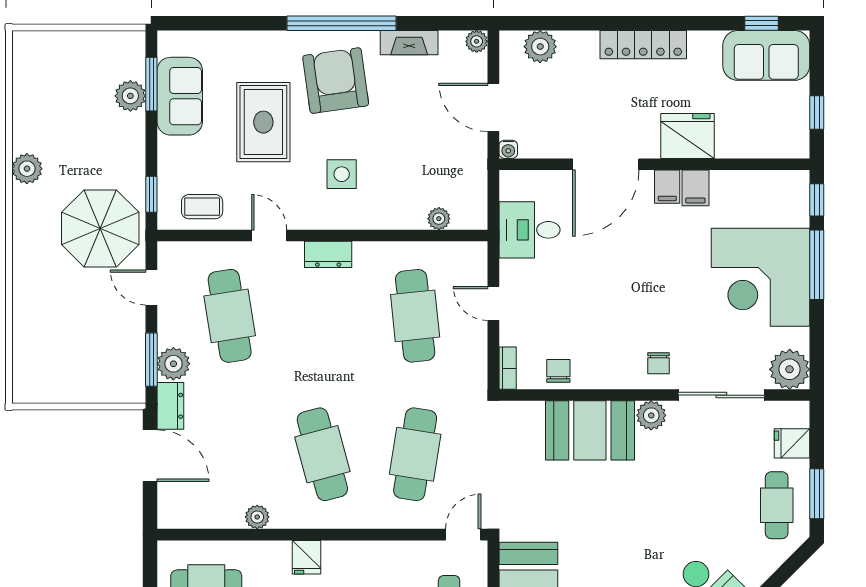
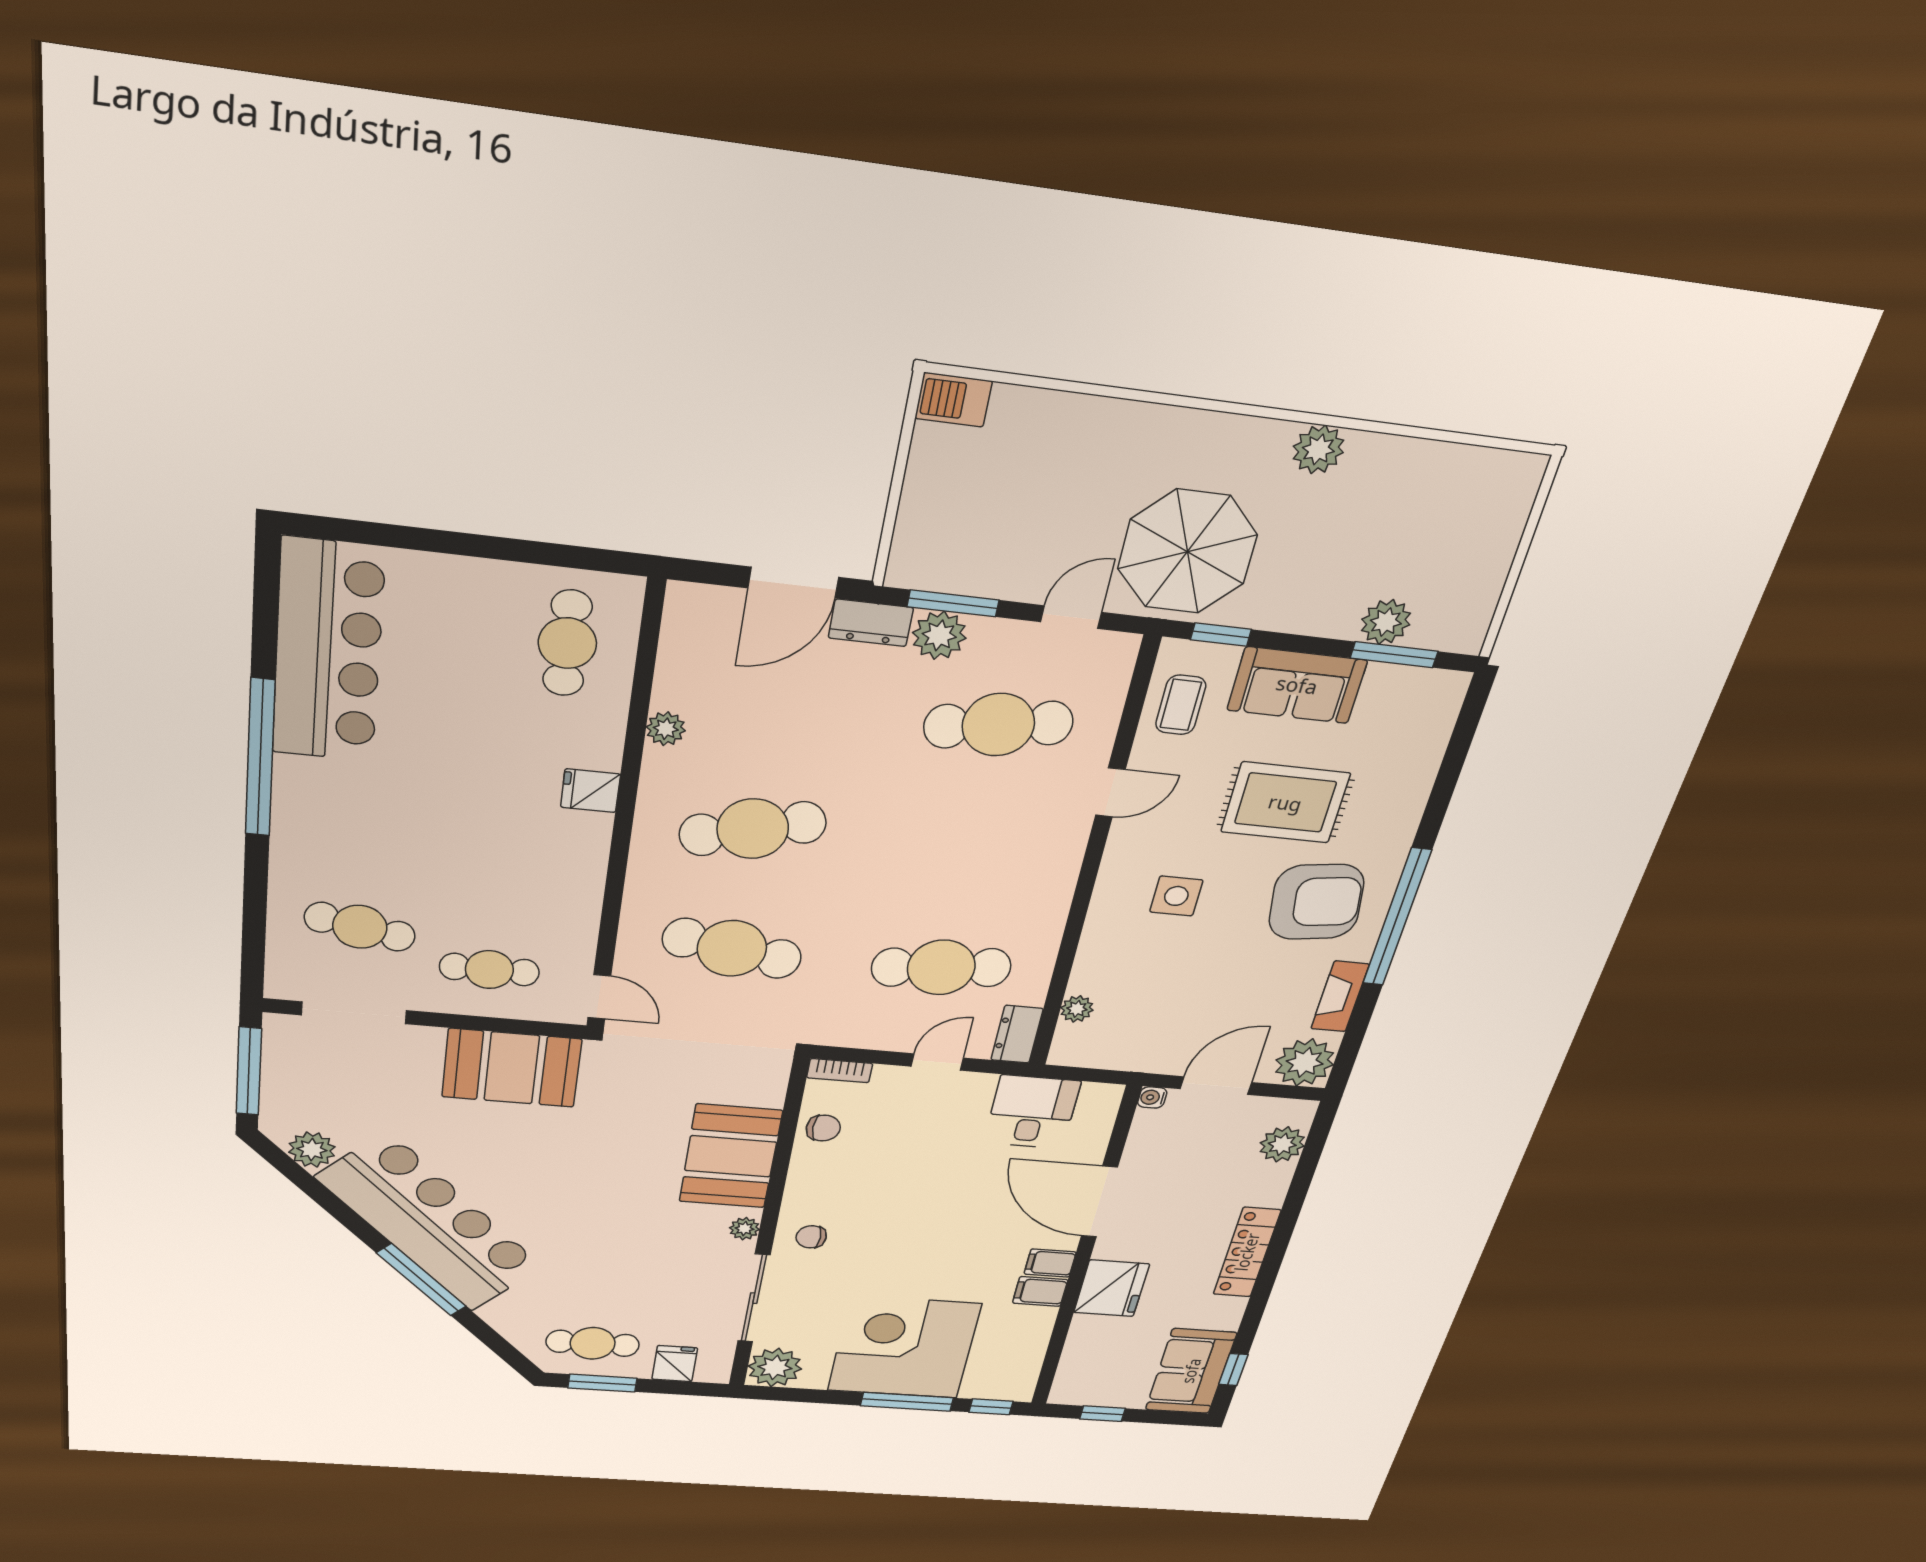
plant: (477, 41) -> (1305, 1062), width x1.88, depth x1.88
sofa: (180, 96) -> (1297, 685), moved
dresser: (328, 254) -> (1017, 1034), moved
barbecue: (26, 384) -> (954, 400), added
plant: (651, 415) -> (744, 1229), width x0.73, depth x0.73

